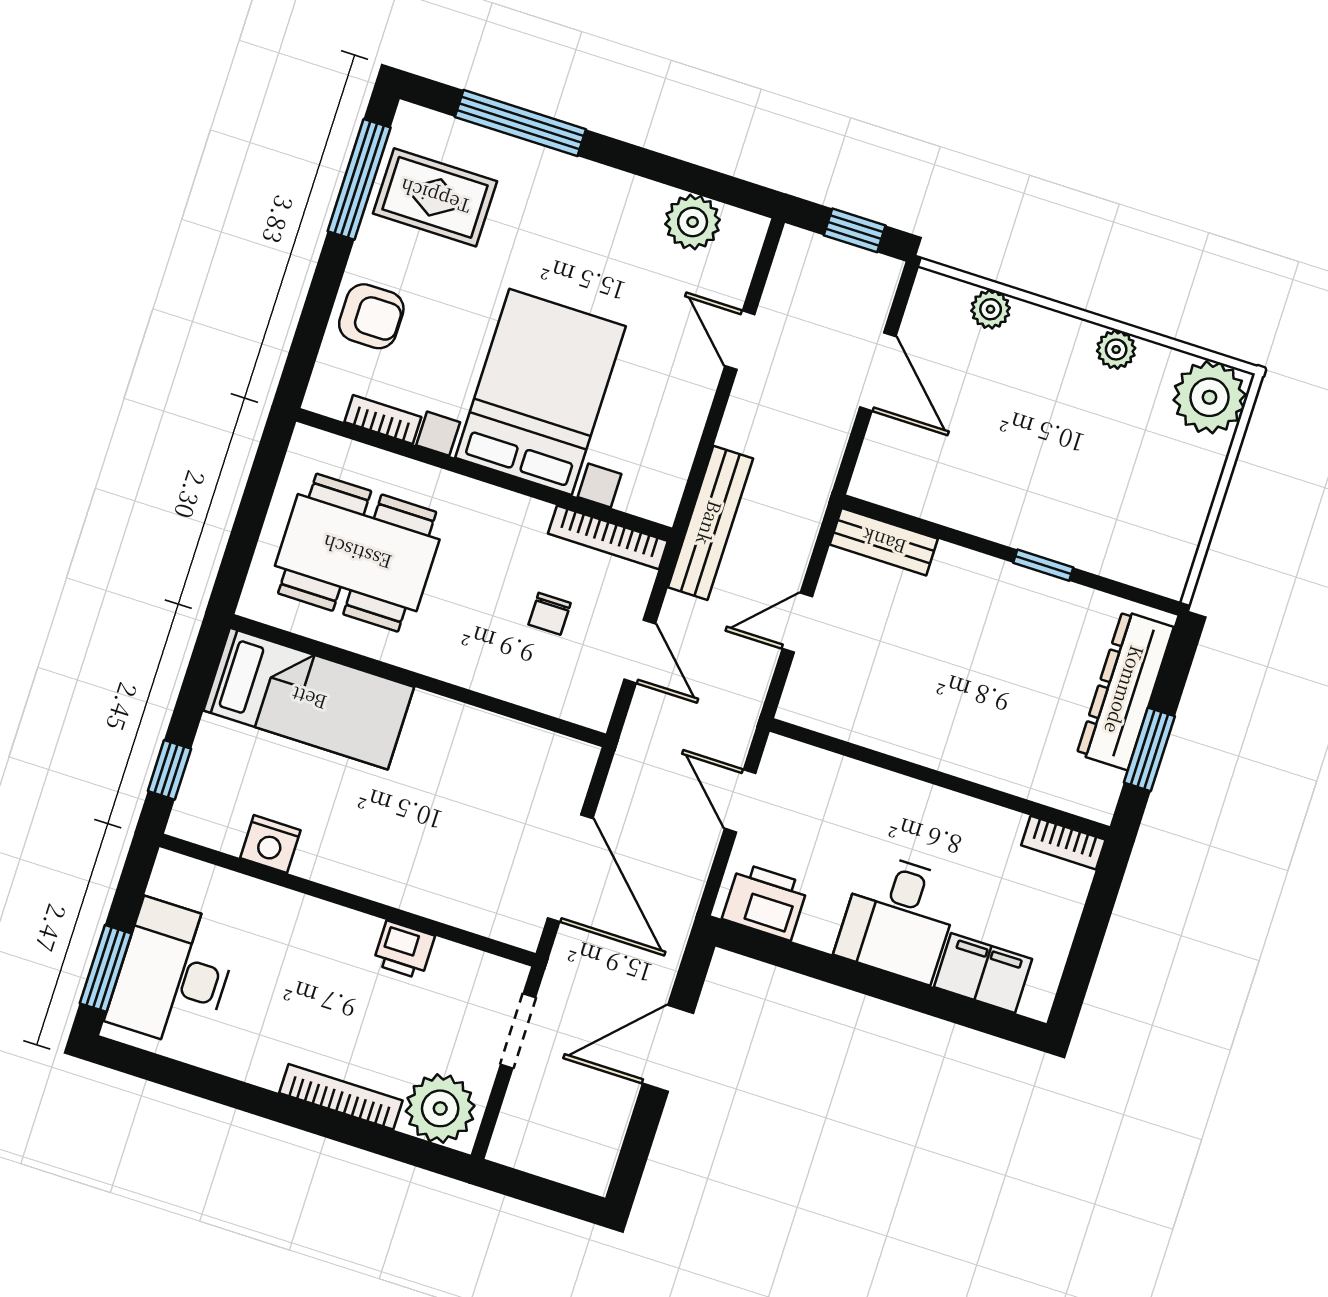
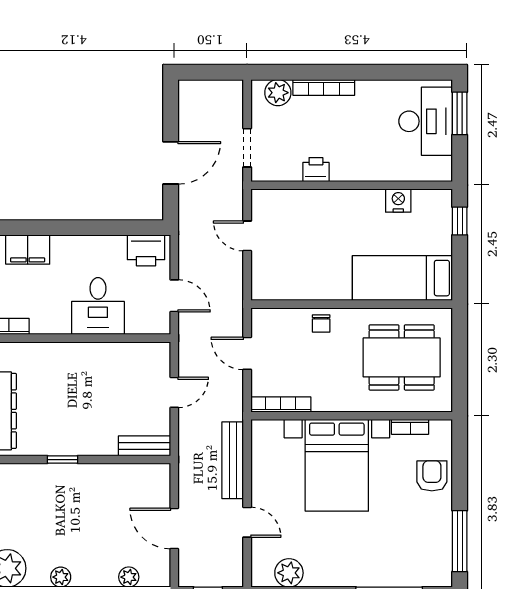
rug: (435, 197) -> (419, 544), removed
armchair: (371, 316) -> (432, 476), turned 90
bench: (710, 523) -> (233, 460), moved
chair: (550, 614) -> (321, 323), moved, turned 180
door: (570, 868) -> (247, 236), width x0.53
desk: (898, 918) -> (98, 306), moved, turned 180
plant: (440, 1108) -> (278, 93), width x0.73, depth x0.73

